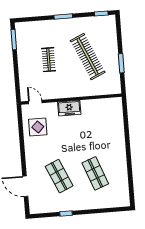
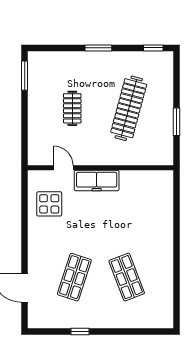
clothes rail: (88, 57) -> (129, 108), turned 39
door: (35, 102) -> (63, 168), moved
freezer: (69, 108) -> (97, 180), width x1.40
shop shelf: (59, 176) -> (74, 277), turned 42

